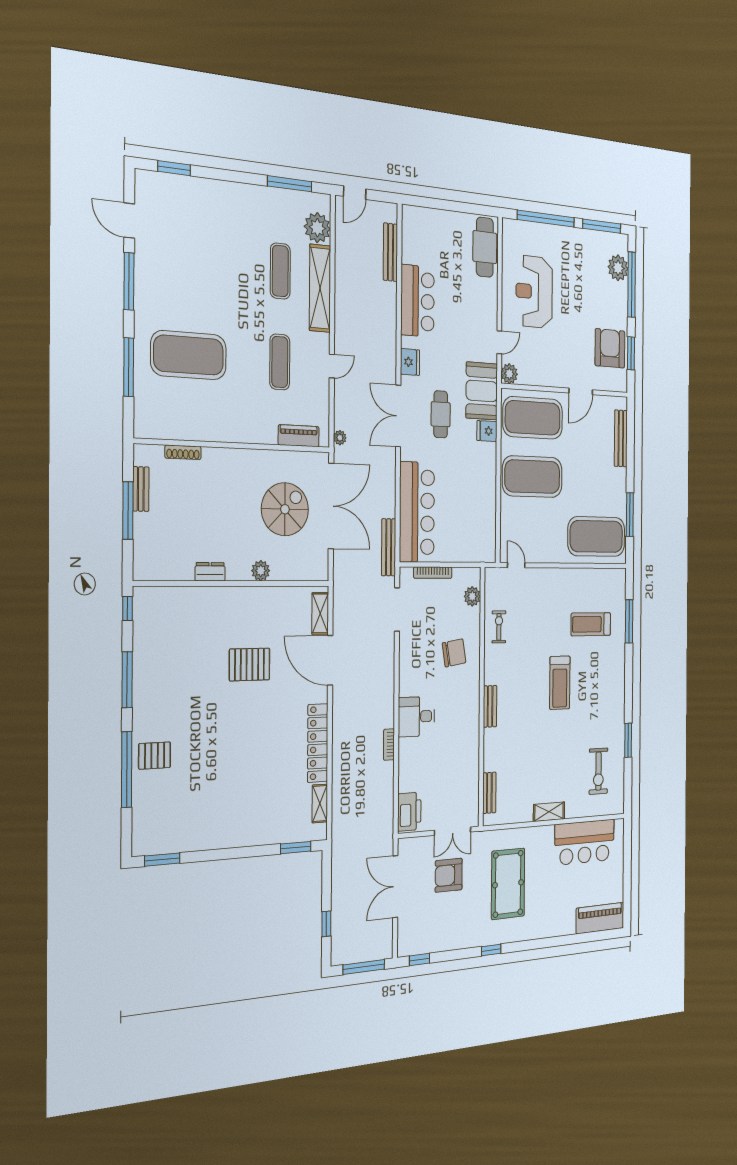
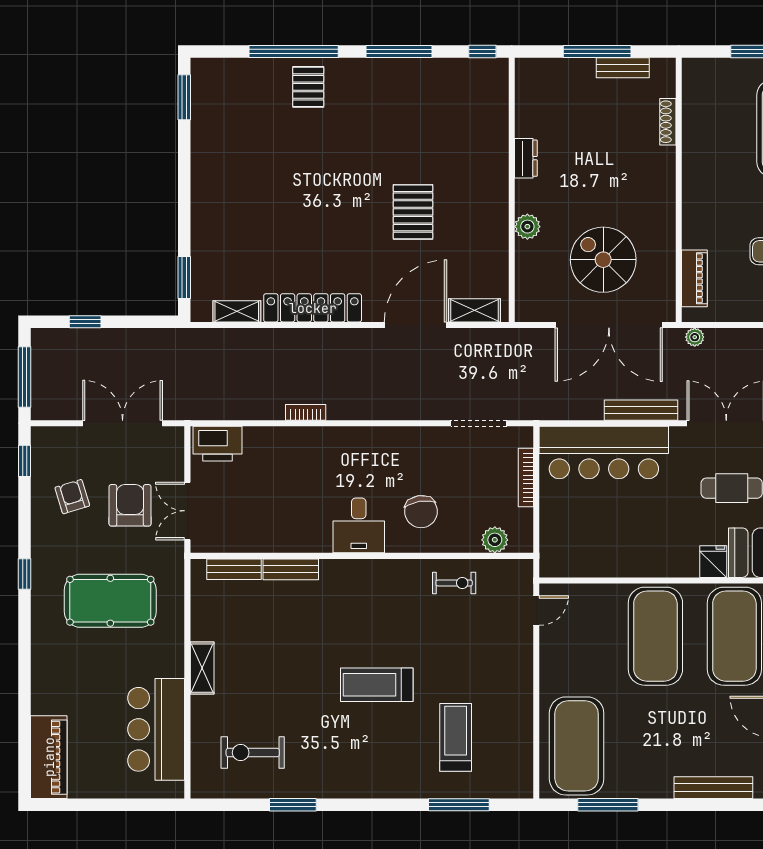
spiral stairs: (285, 509) -> (603, 260), turned 180
bench: (389, 547) -> (641, 410), moved
bench: (490, 706) -> (291, 569), moved
desk: (416, 717) -> (359, 525), moved, turned 180
armchair: (443, 920) -> (72, 497), added

